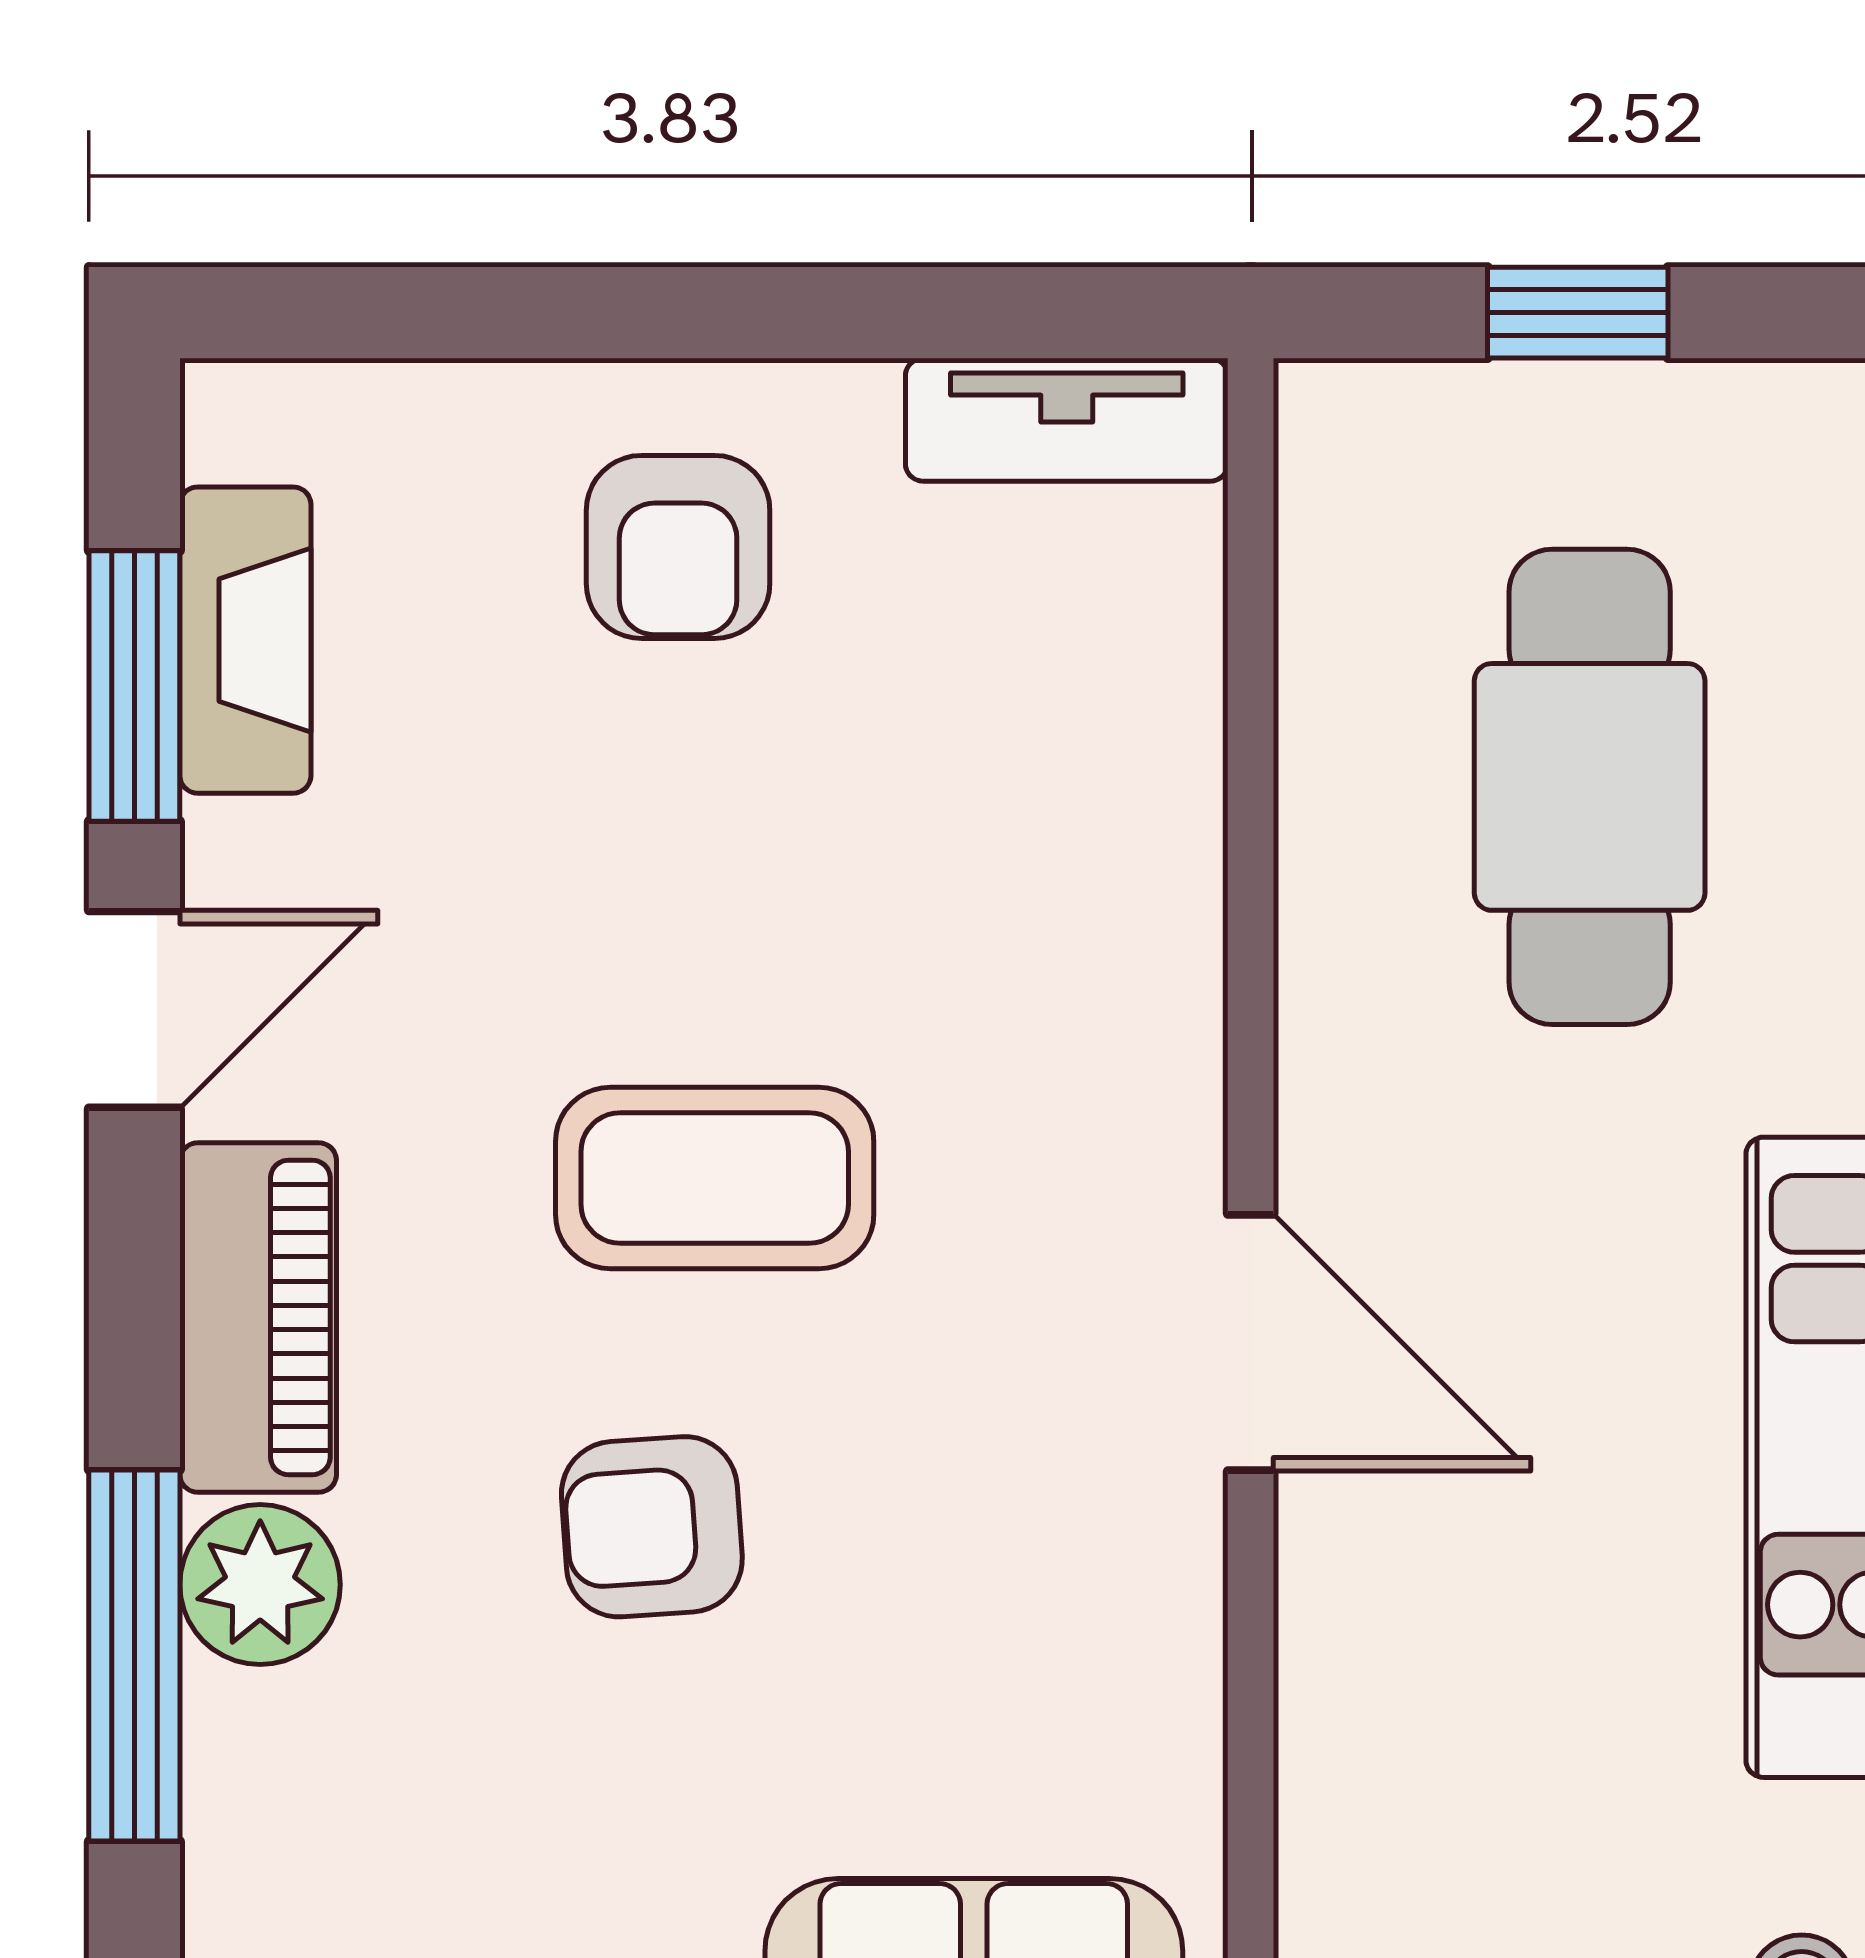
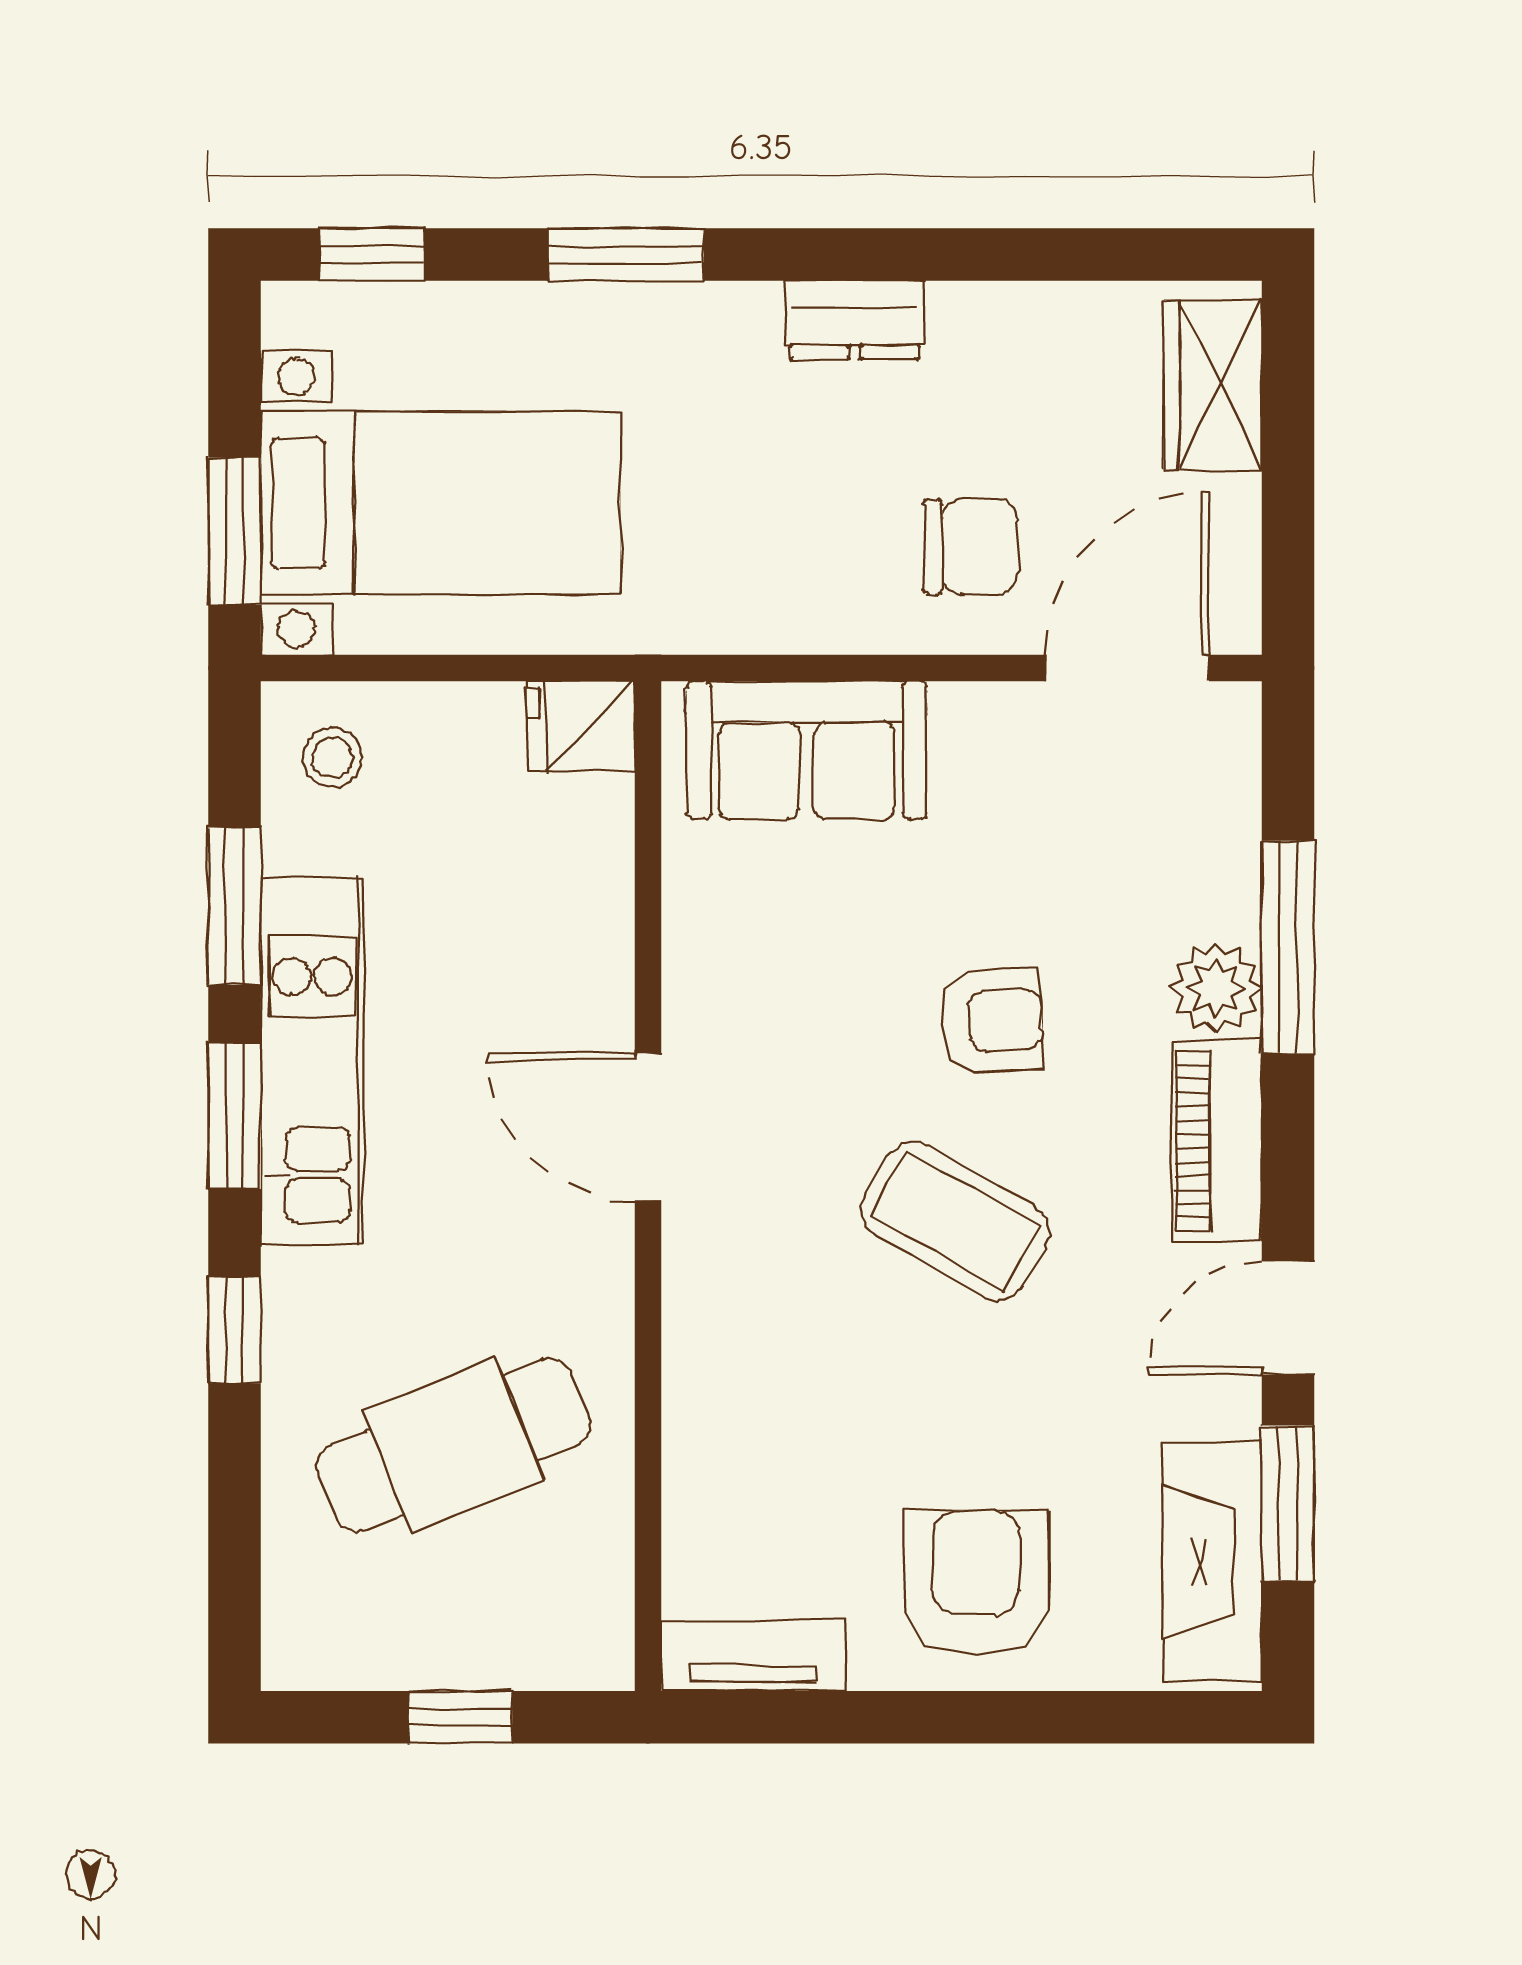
armchair: (678, 547) -> (976, 1583), width x1.38, depth x1.38
fireplace: (245, 640) -> (1212, 1562), width x1.37, depth x1.32
cafe table: (1590, 787) -> (454, 1445), turned 68
coffee table: (715, 1178) -> (955, 1221), turned 30

